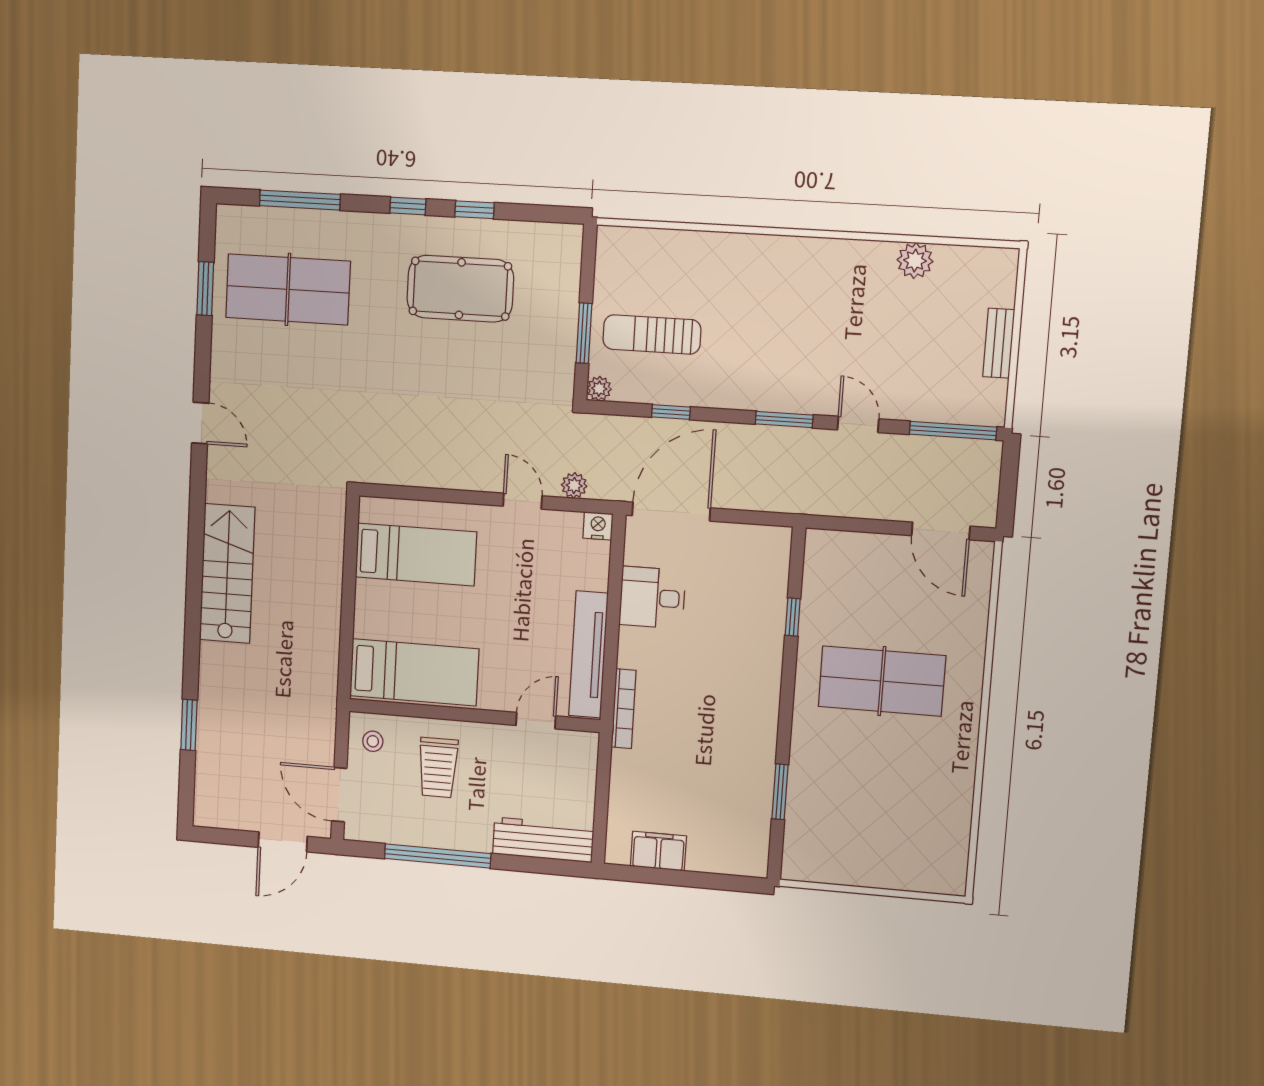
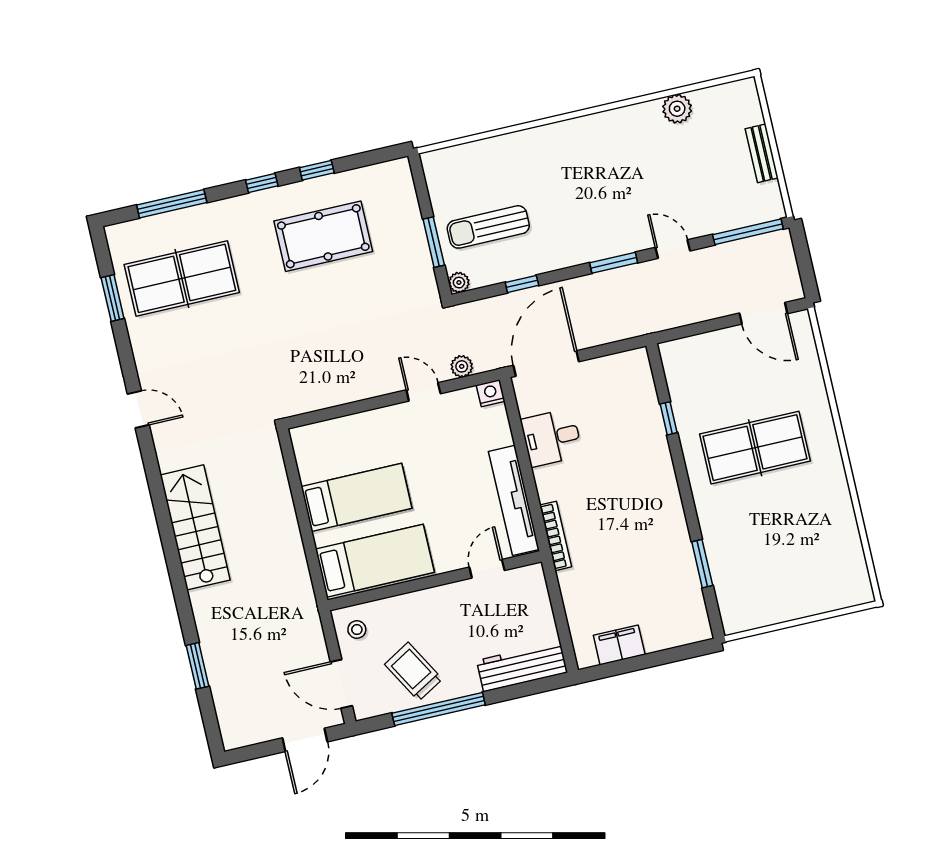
bed: (416, 554) -> (357, 497), moved
trolley: (438, 767) -> (413, 672), moved, turned 150

